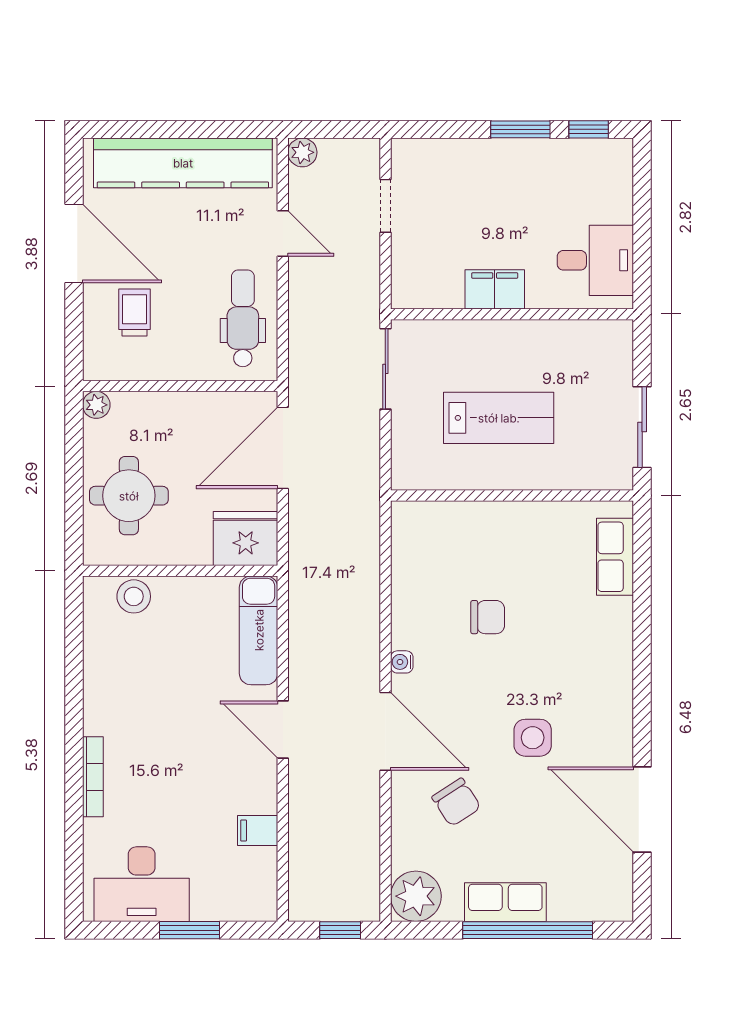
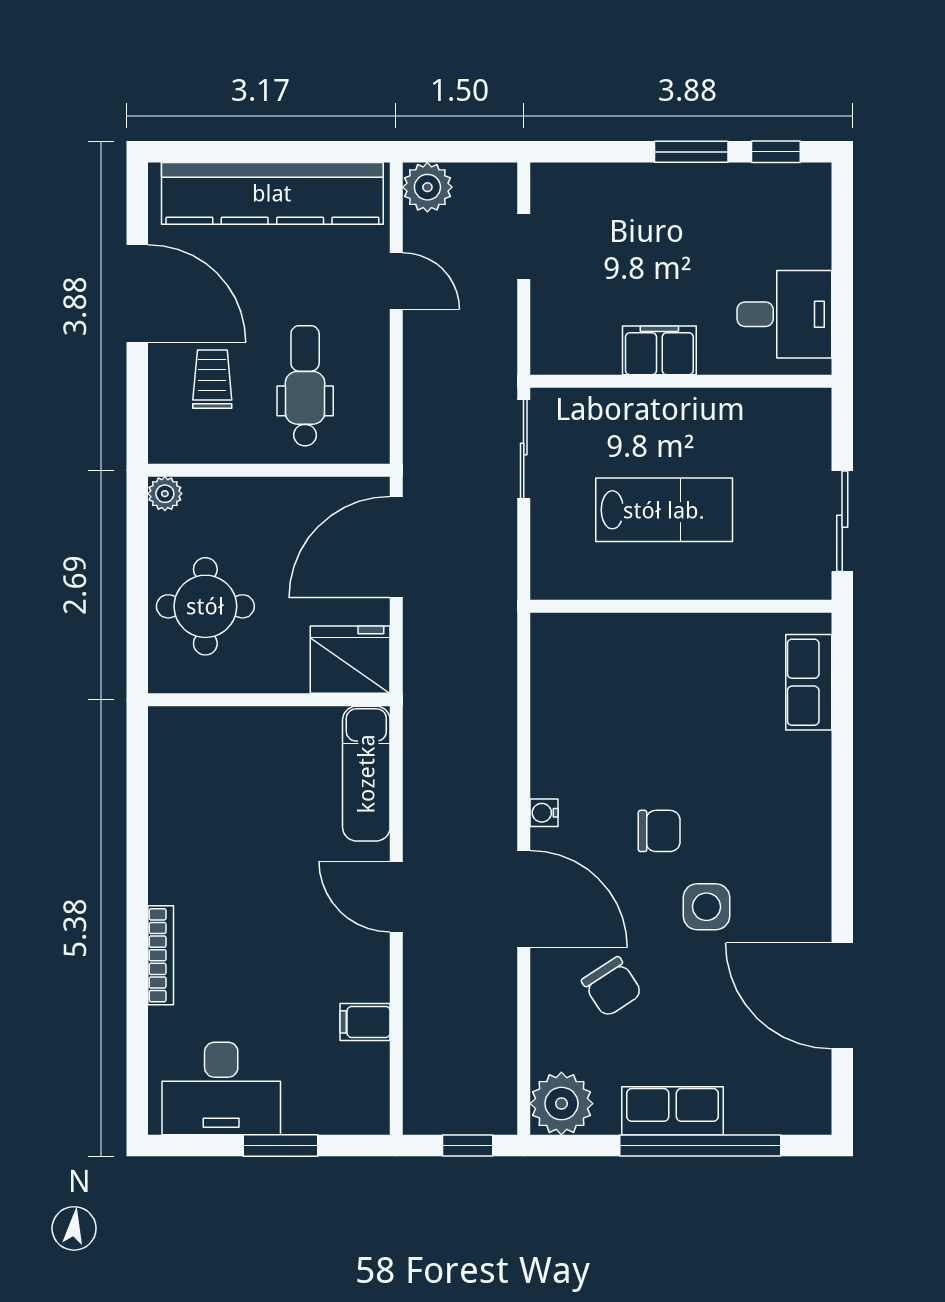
plant: (302, 152) -> (427, 187), width x1.38, depth x1.38
dental chair: (243, 318) -> (305, 386), moved
stool: (134, 596) -> (211, 731), removed
chair: (488, 617) -> (659, 831), moved

